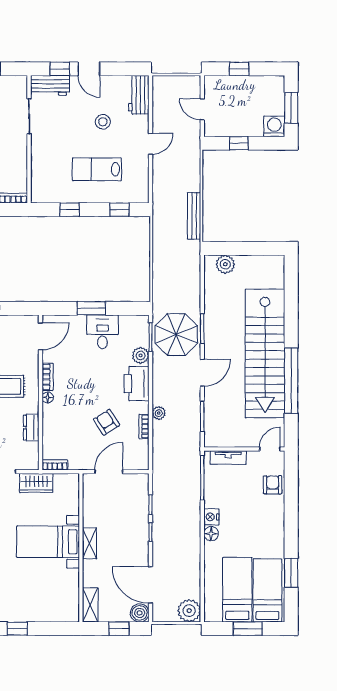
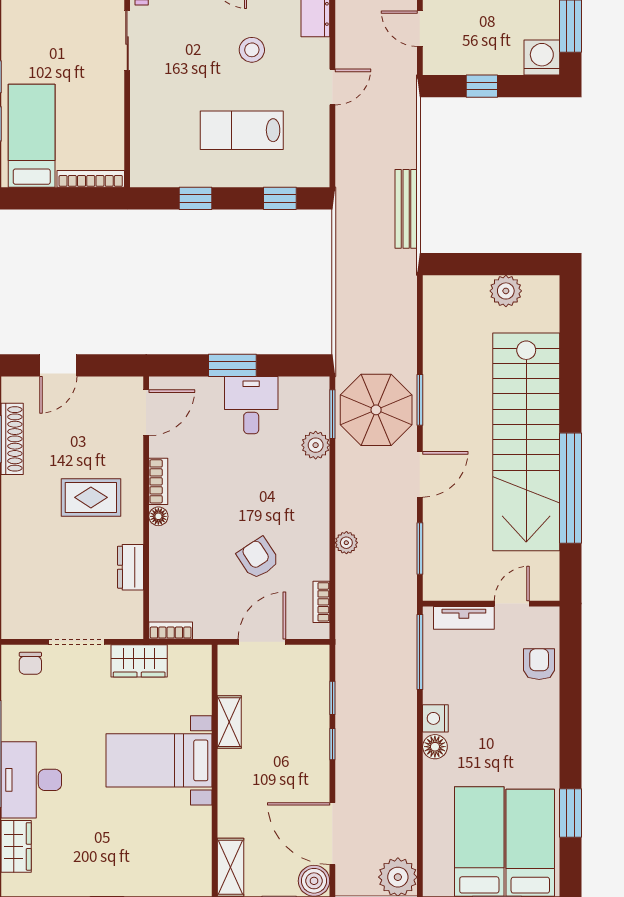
plant: (225, 264) -> (506, 291), moved
printer: (136, 384) -> (309, 493), removed
bookcase: (144, 426) -> (321, 602), moved
door: (270, 449) -> (512, 604), moved
shelving: (90, 543) -> (229, 722), moved

